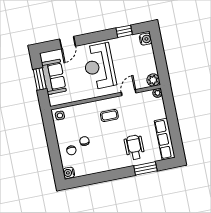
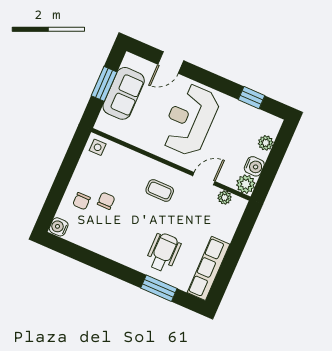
water cooler: (146, 39) -> (254, 166), moved
plant: (149, 50) -> (266, 143), added
plant: (157, 93) -> (225, 198), moved

